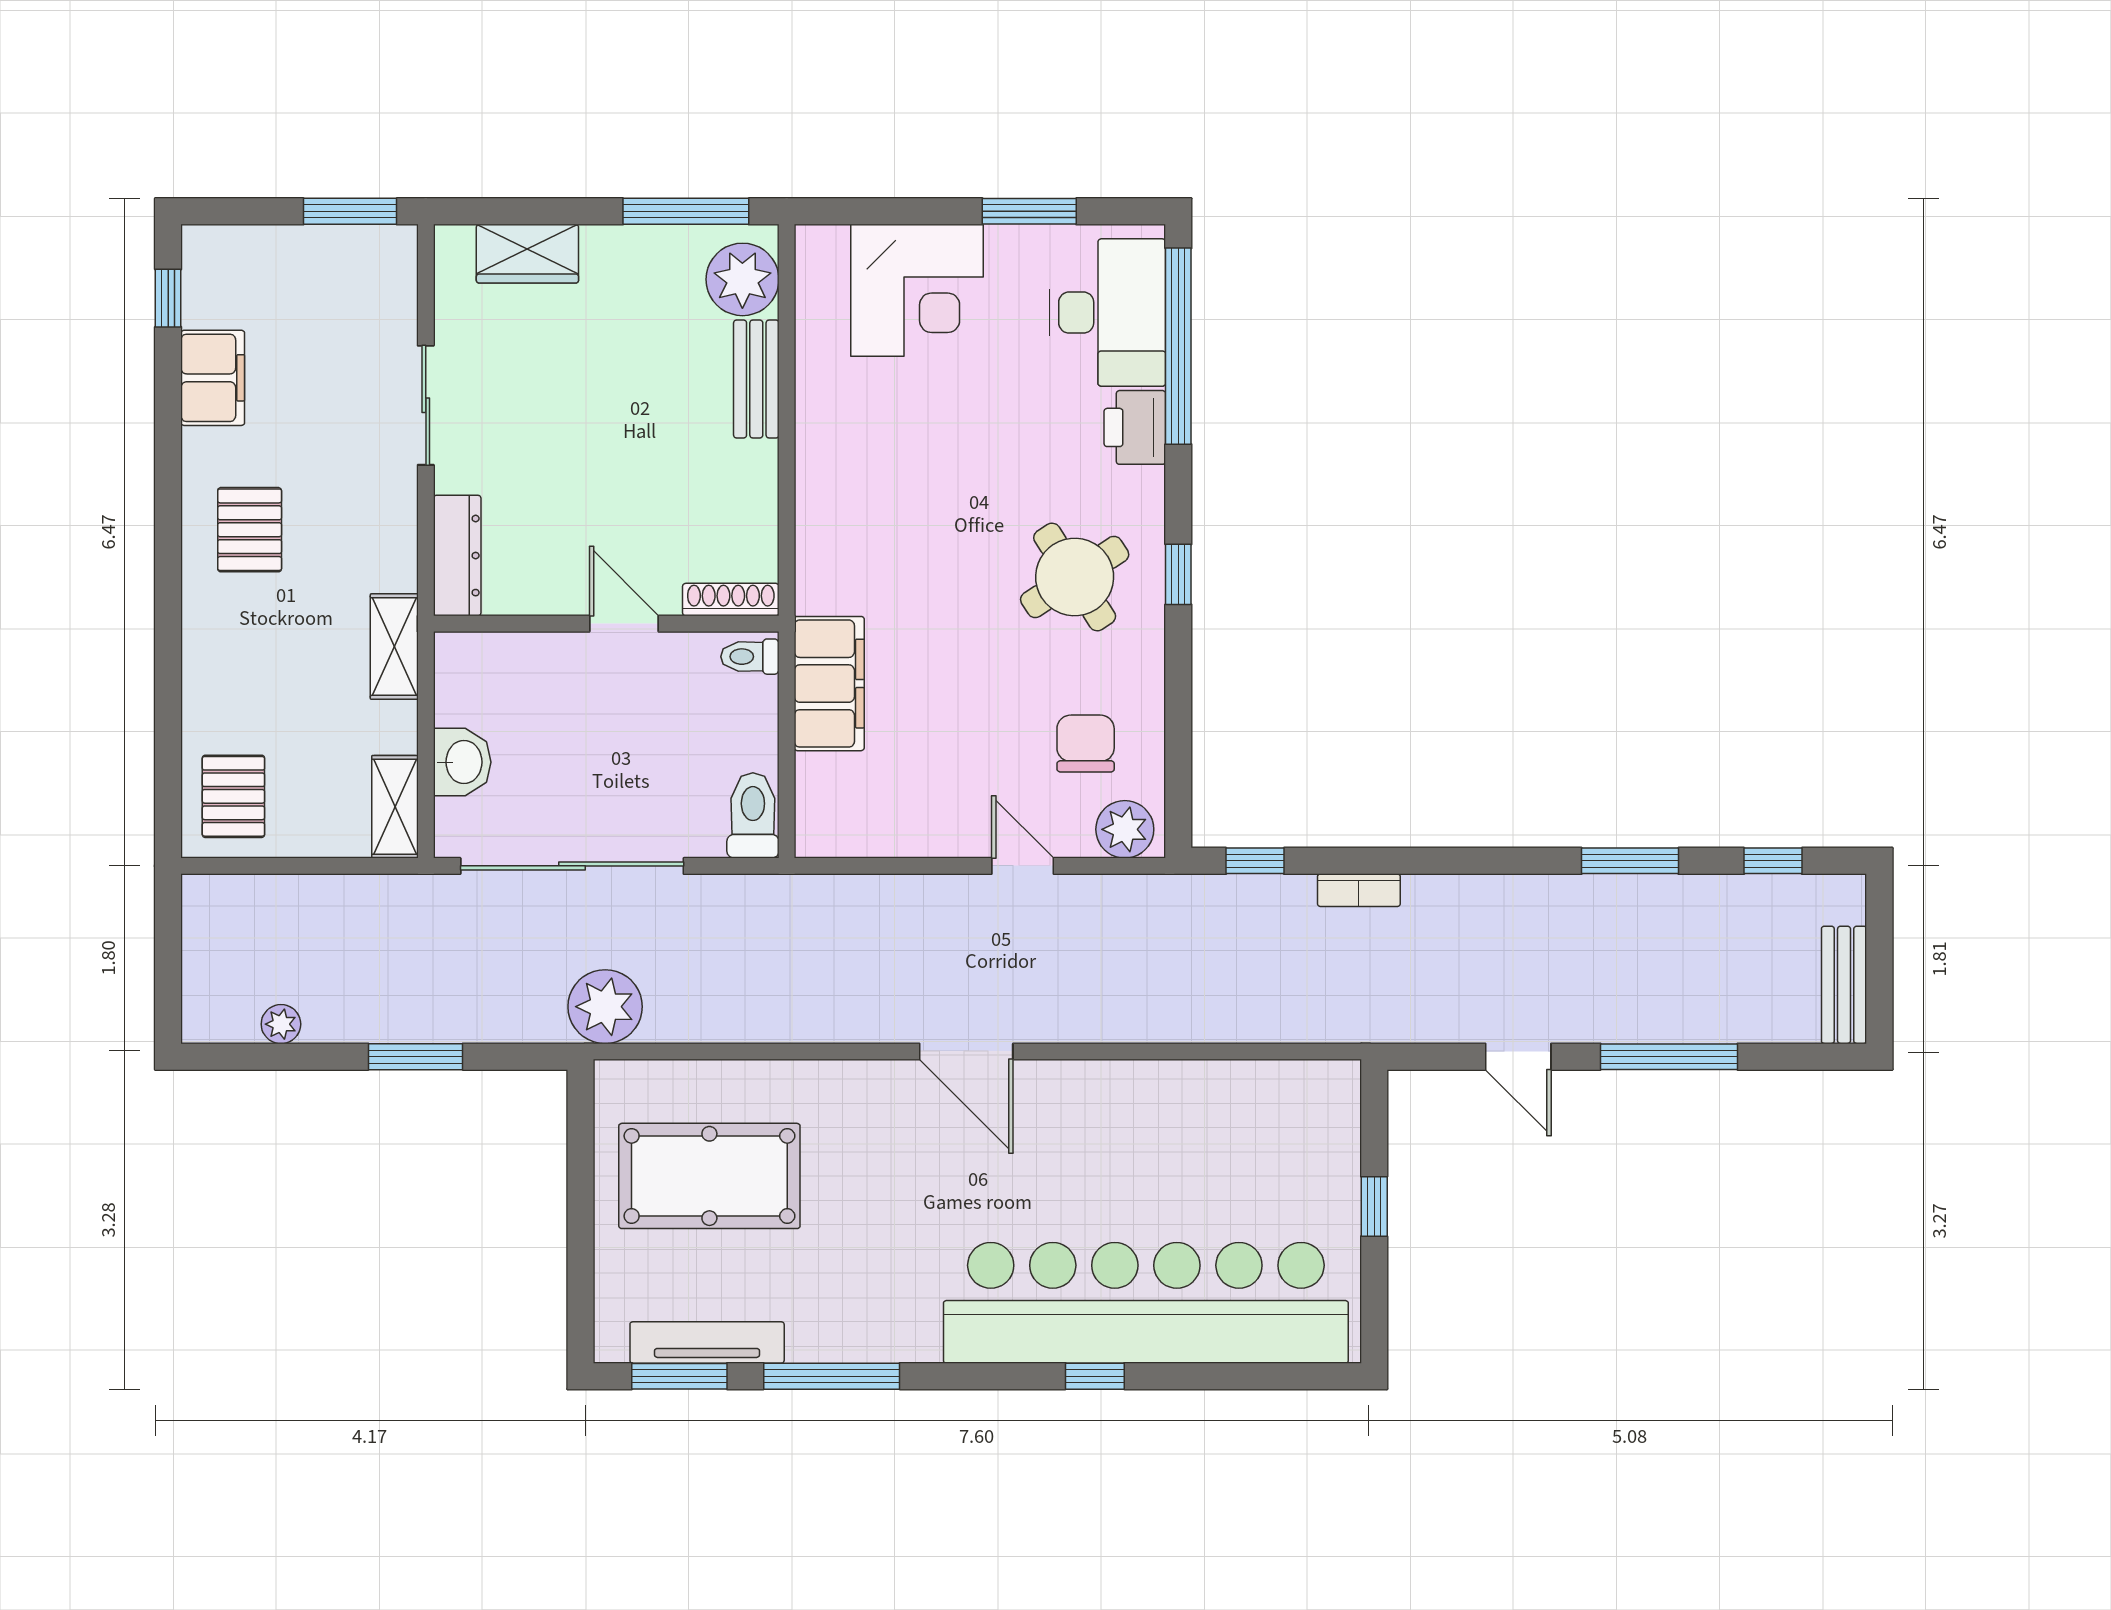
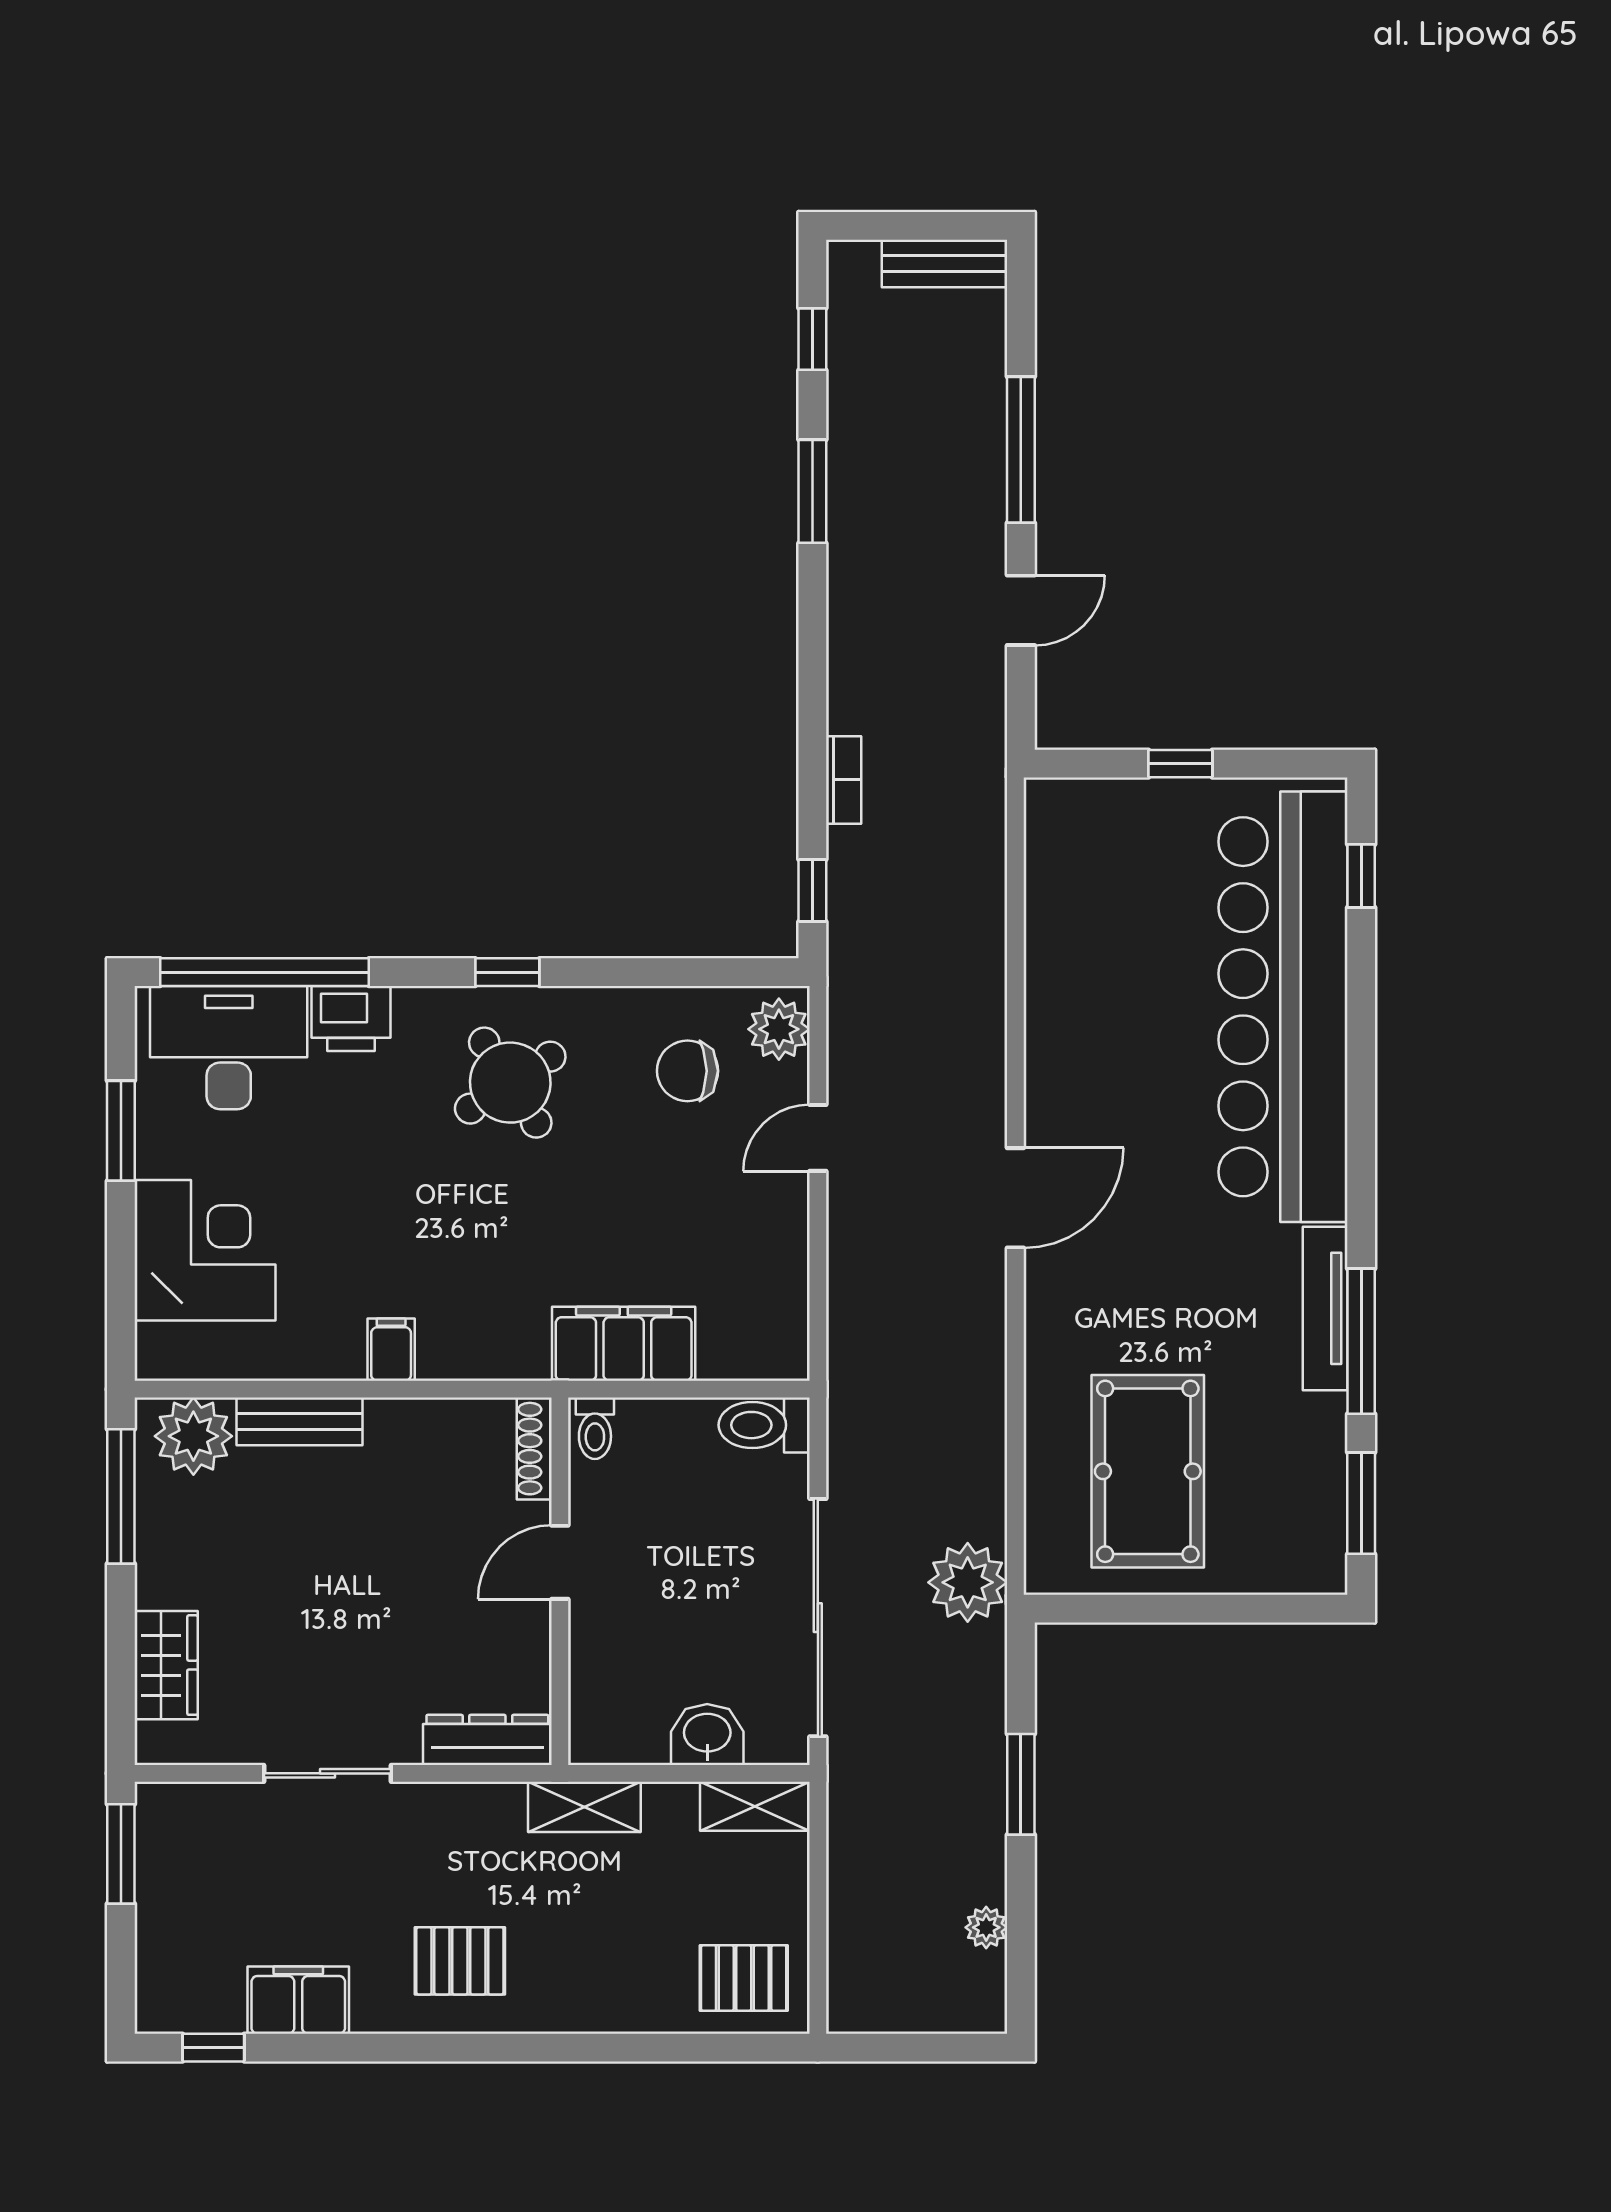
filing cabinet: (824, 465) -> (391, 1350), added
tv unit: (707, 1342) -> (1325, 1308), moved
window: (1095, 1376) -> (1361, 876), moved

